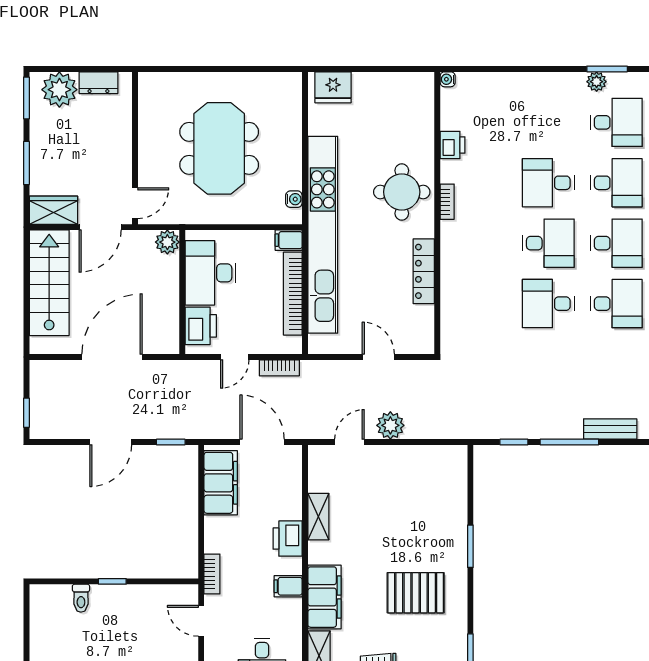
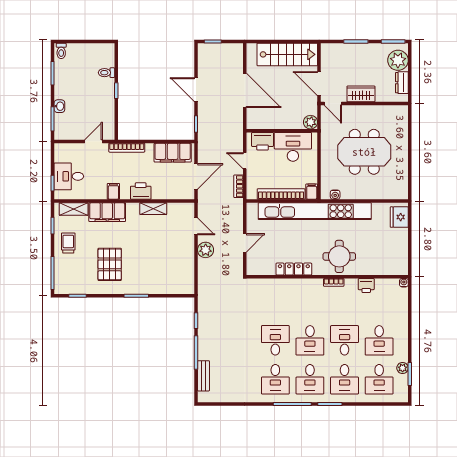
desk: (548, 122) -> (379, 340), added
wardrobe: (54, 210) -> (361, 94), moved, turned -90
bookcase: (212, 574) -> (127, 148), width x1.56

